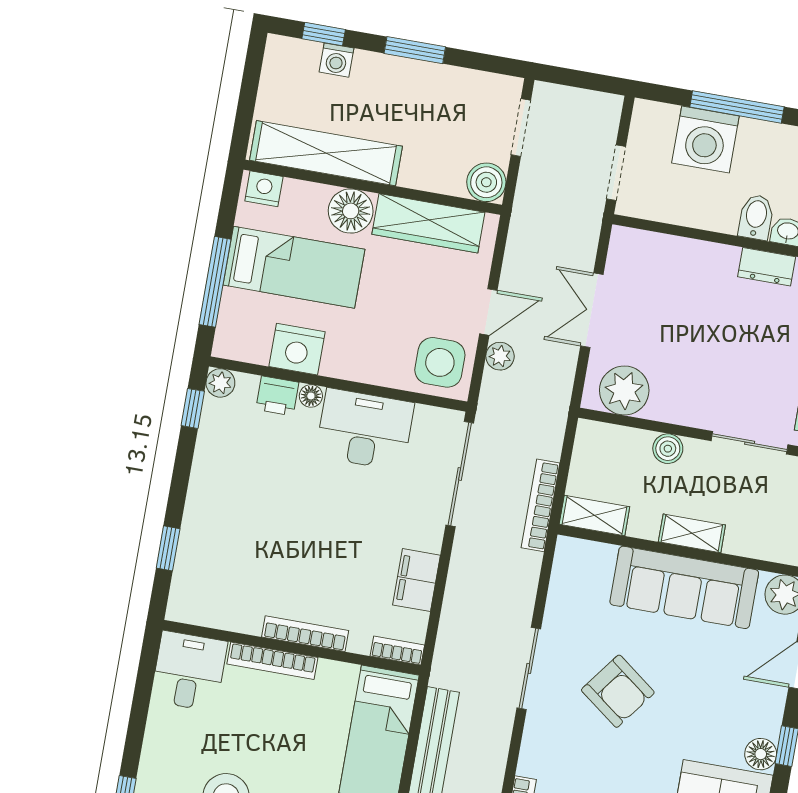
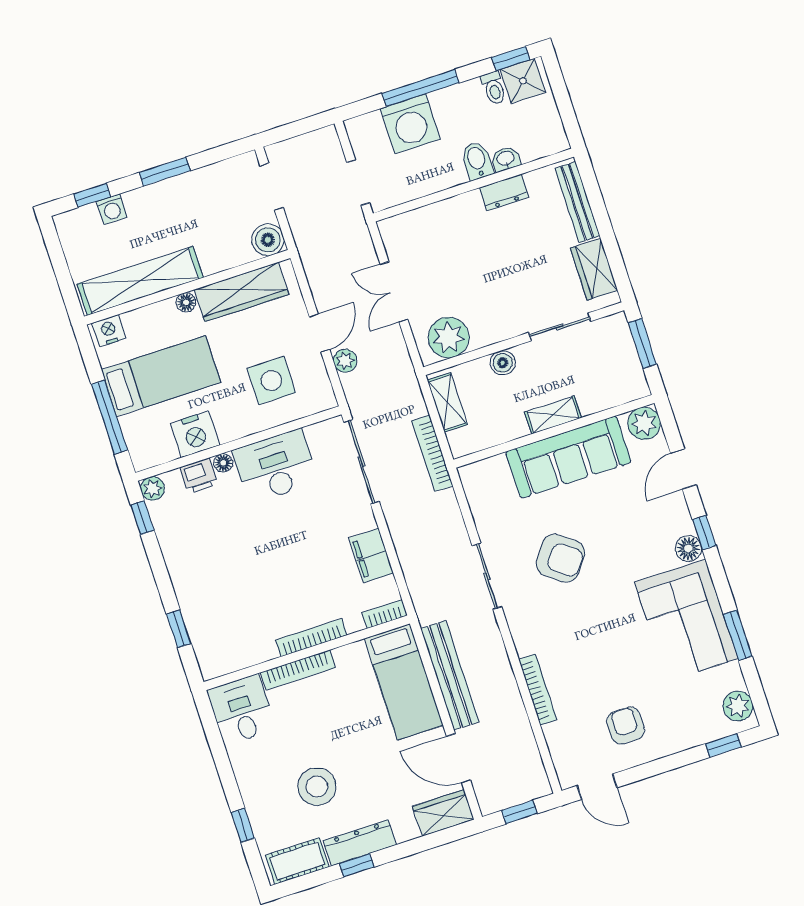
floor lamp: (351, 211) -> (186, 302), width x0.53, depth x0.53
side table: (440, 362) -> (271, 380), moved
shelving: (594, 515) -> (447, 402), moved, turned 90

